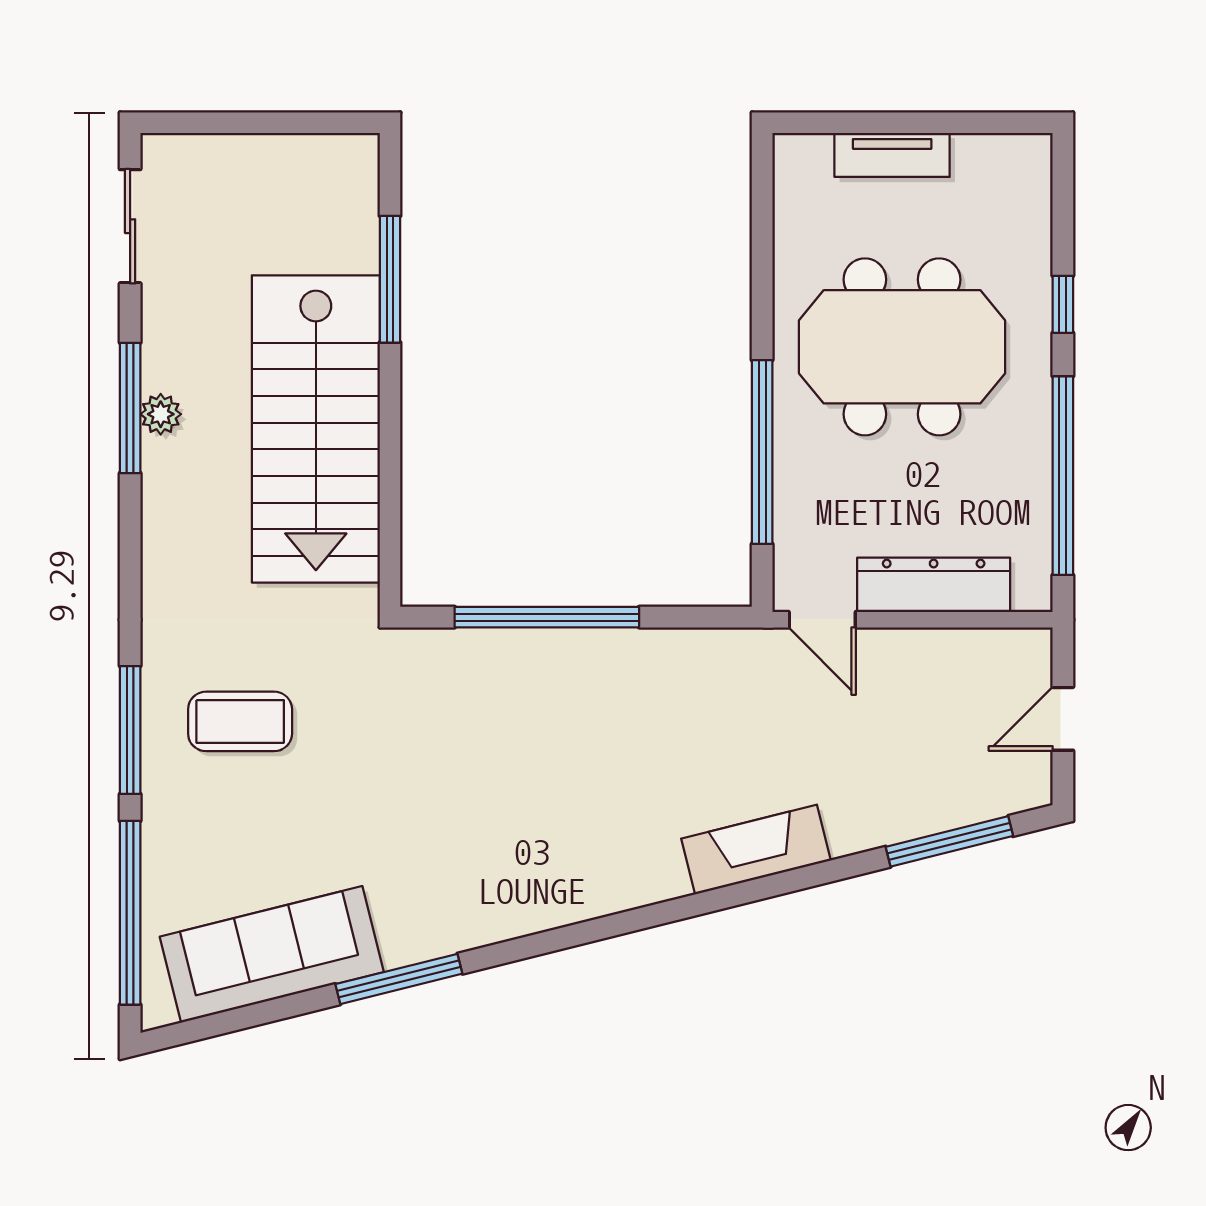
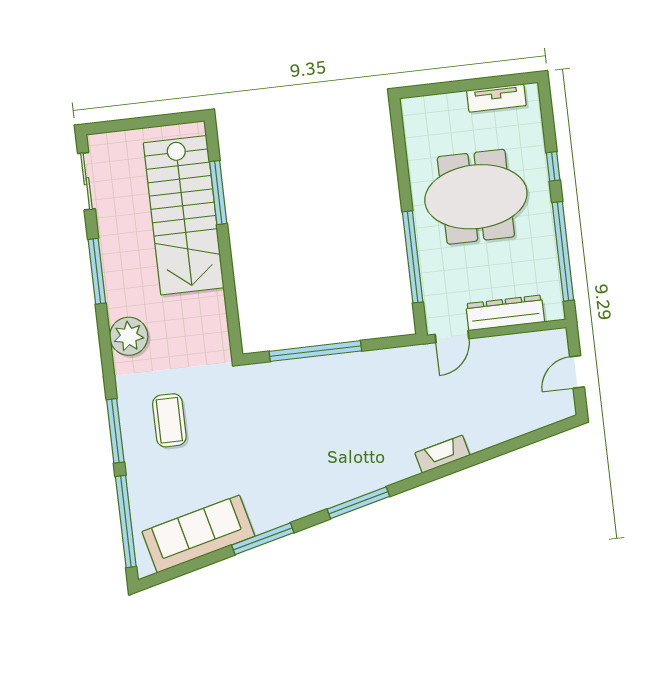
tv unit: (892, 155) -> (496, 98), moved
plant: (161, 414) -> (129, 336), moved, width x1.88, depth x1.88
stairs: (316, 429) -> (184, 215), moved
door: (822, 620) -> (452, 337), hinge flipped
coffee table: (240, 721) -> (169, 420), turned 90
window: (949, 841) -> (358, 503), moved
fireplace: (756, 850) -> (442, 454), width x0.73, depth x0.76

